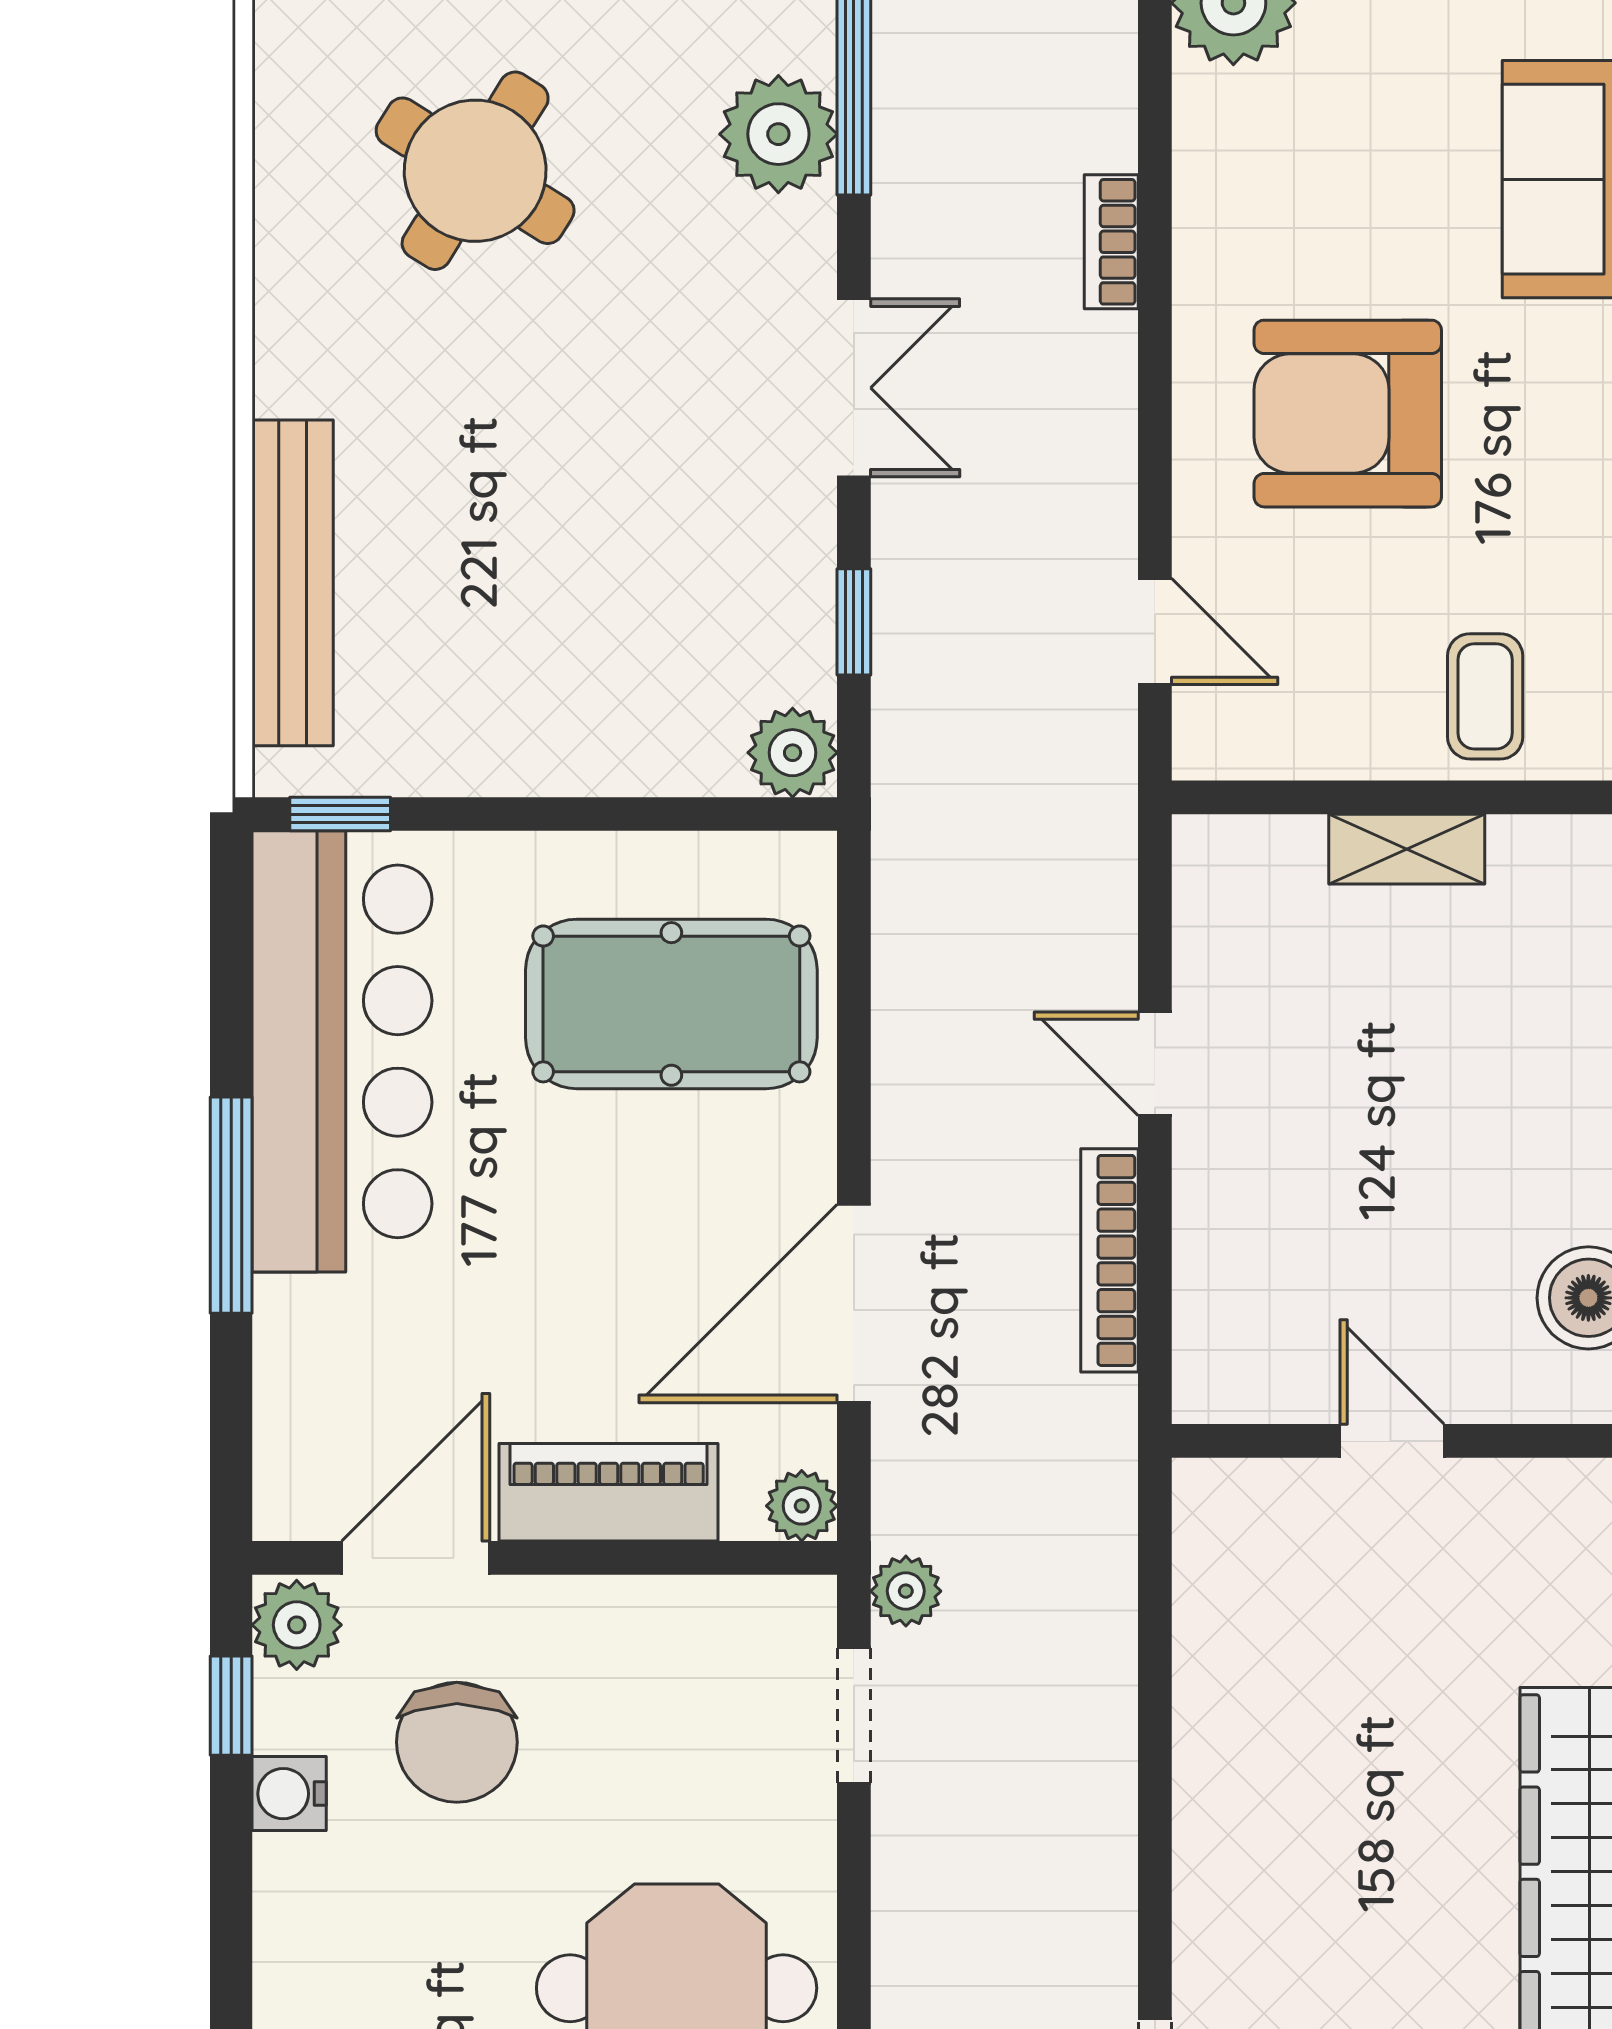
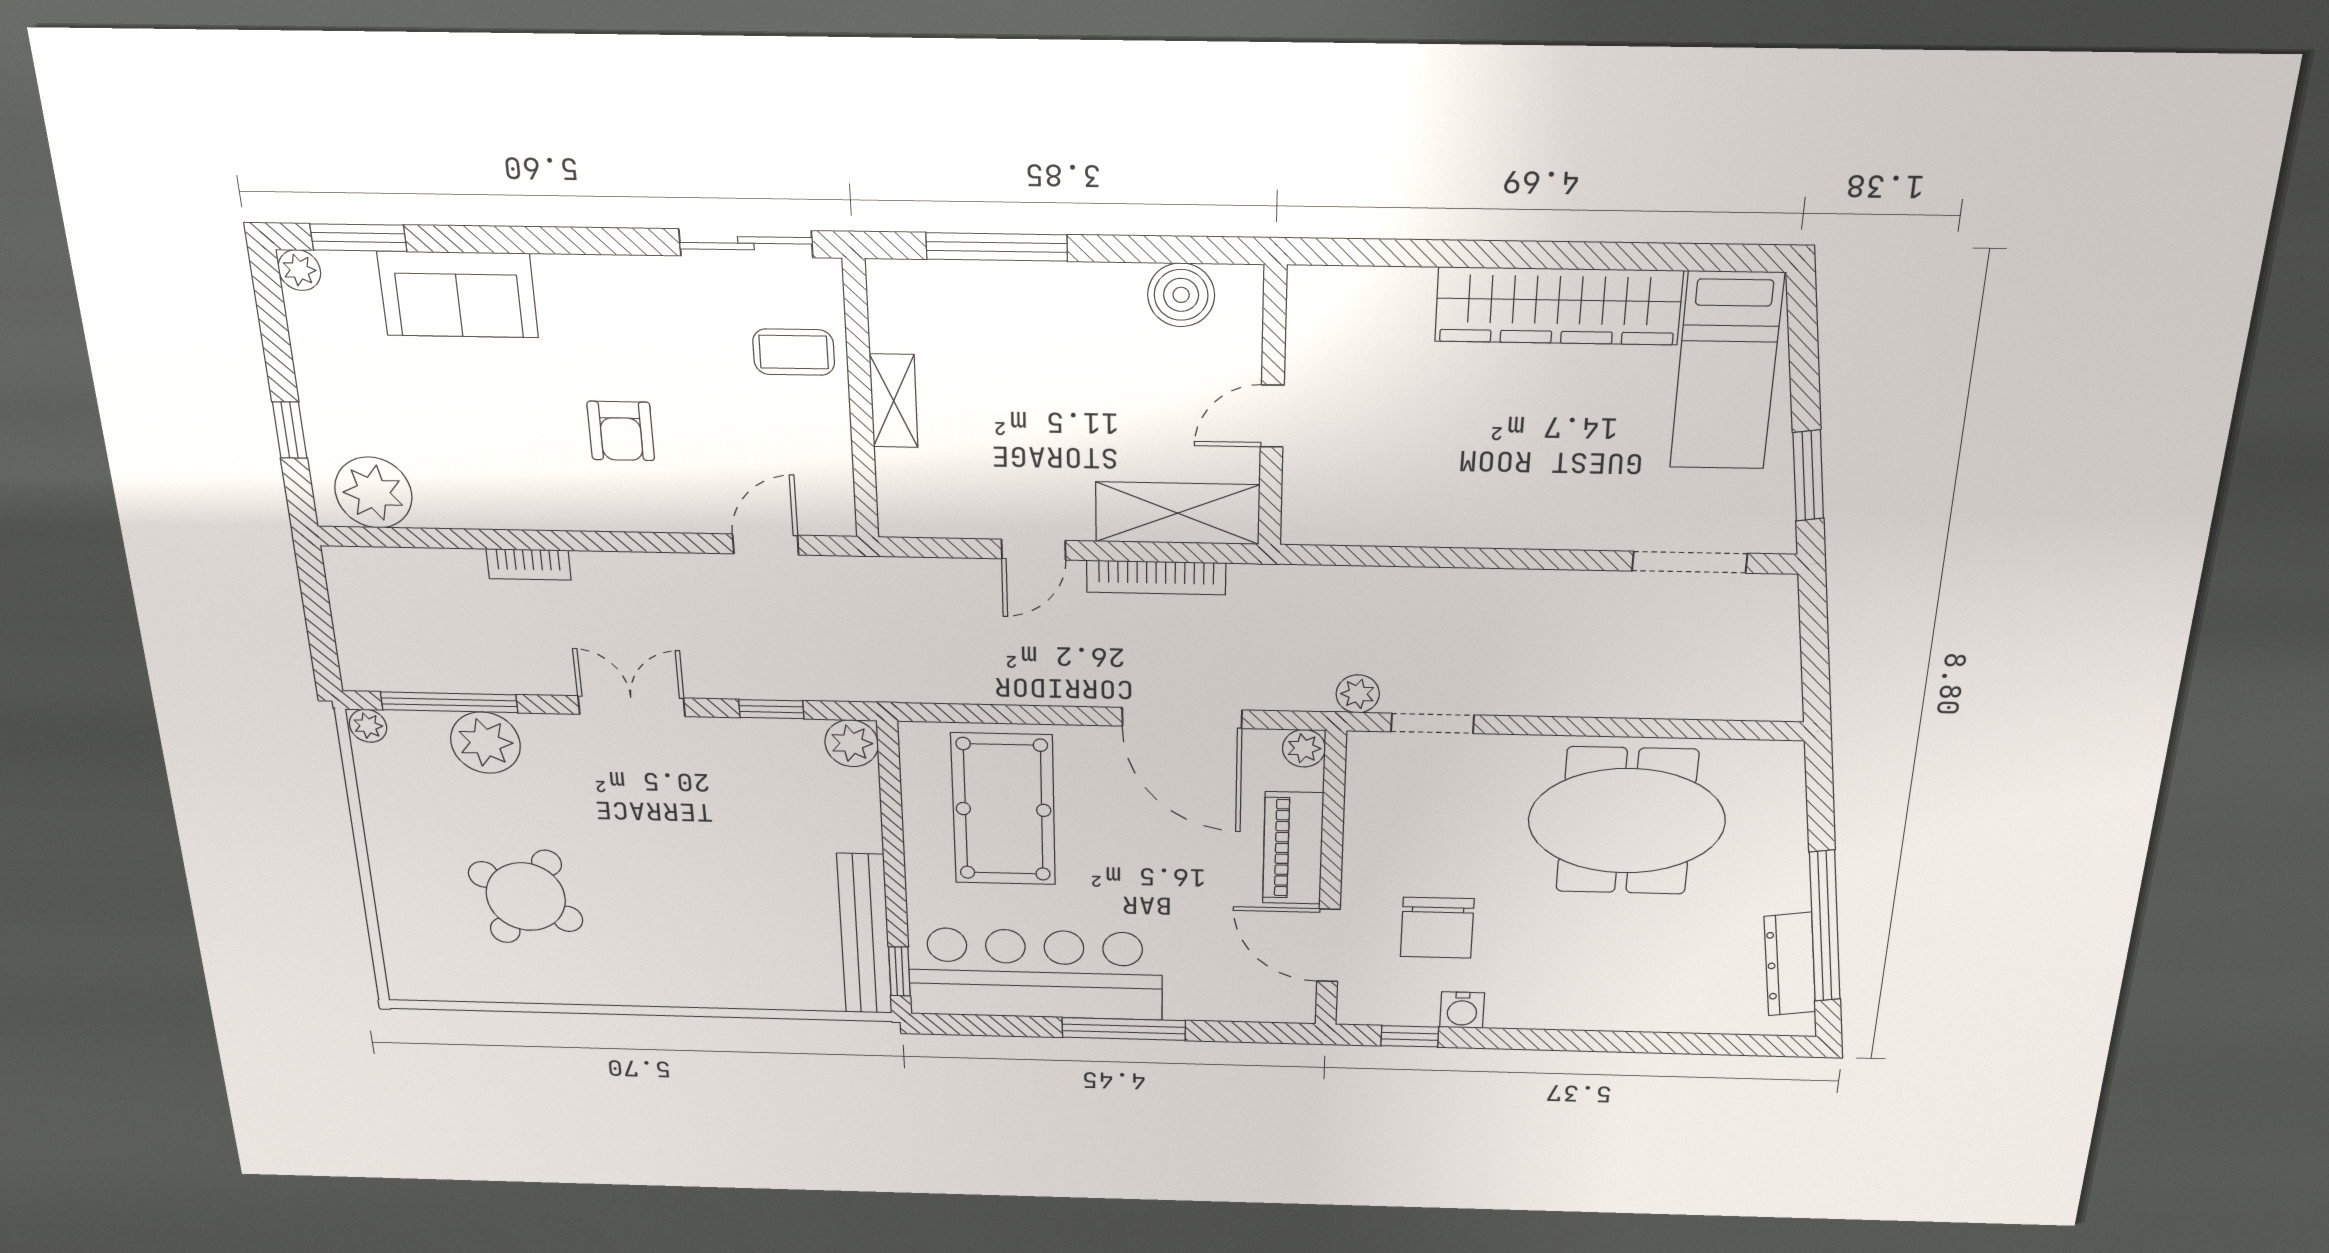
armchair: (1348, 414) -> (621, 431), width x0.53, depth x0.53
bench: (293, 583) -> (865, 934), moved, turned 90
shelving: (1223, 1294) -> (1178, 513), added
plant: (297, 1625) -> (1365, 1004), removed
chair: (457, 1742) -> (1437, 928), turned 90

